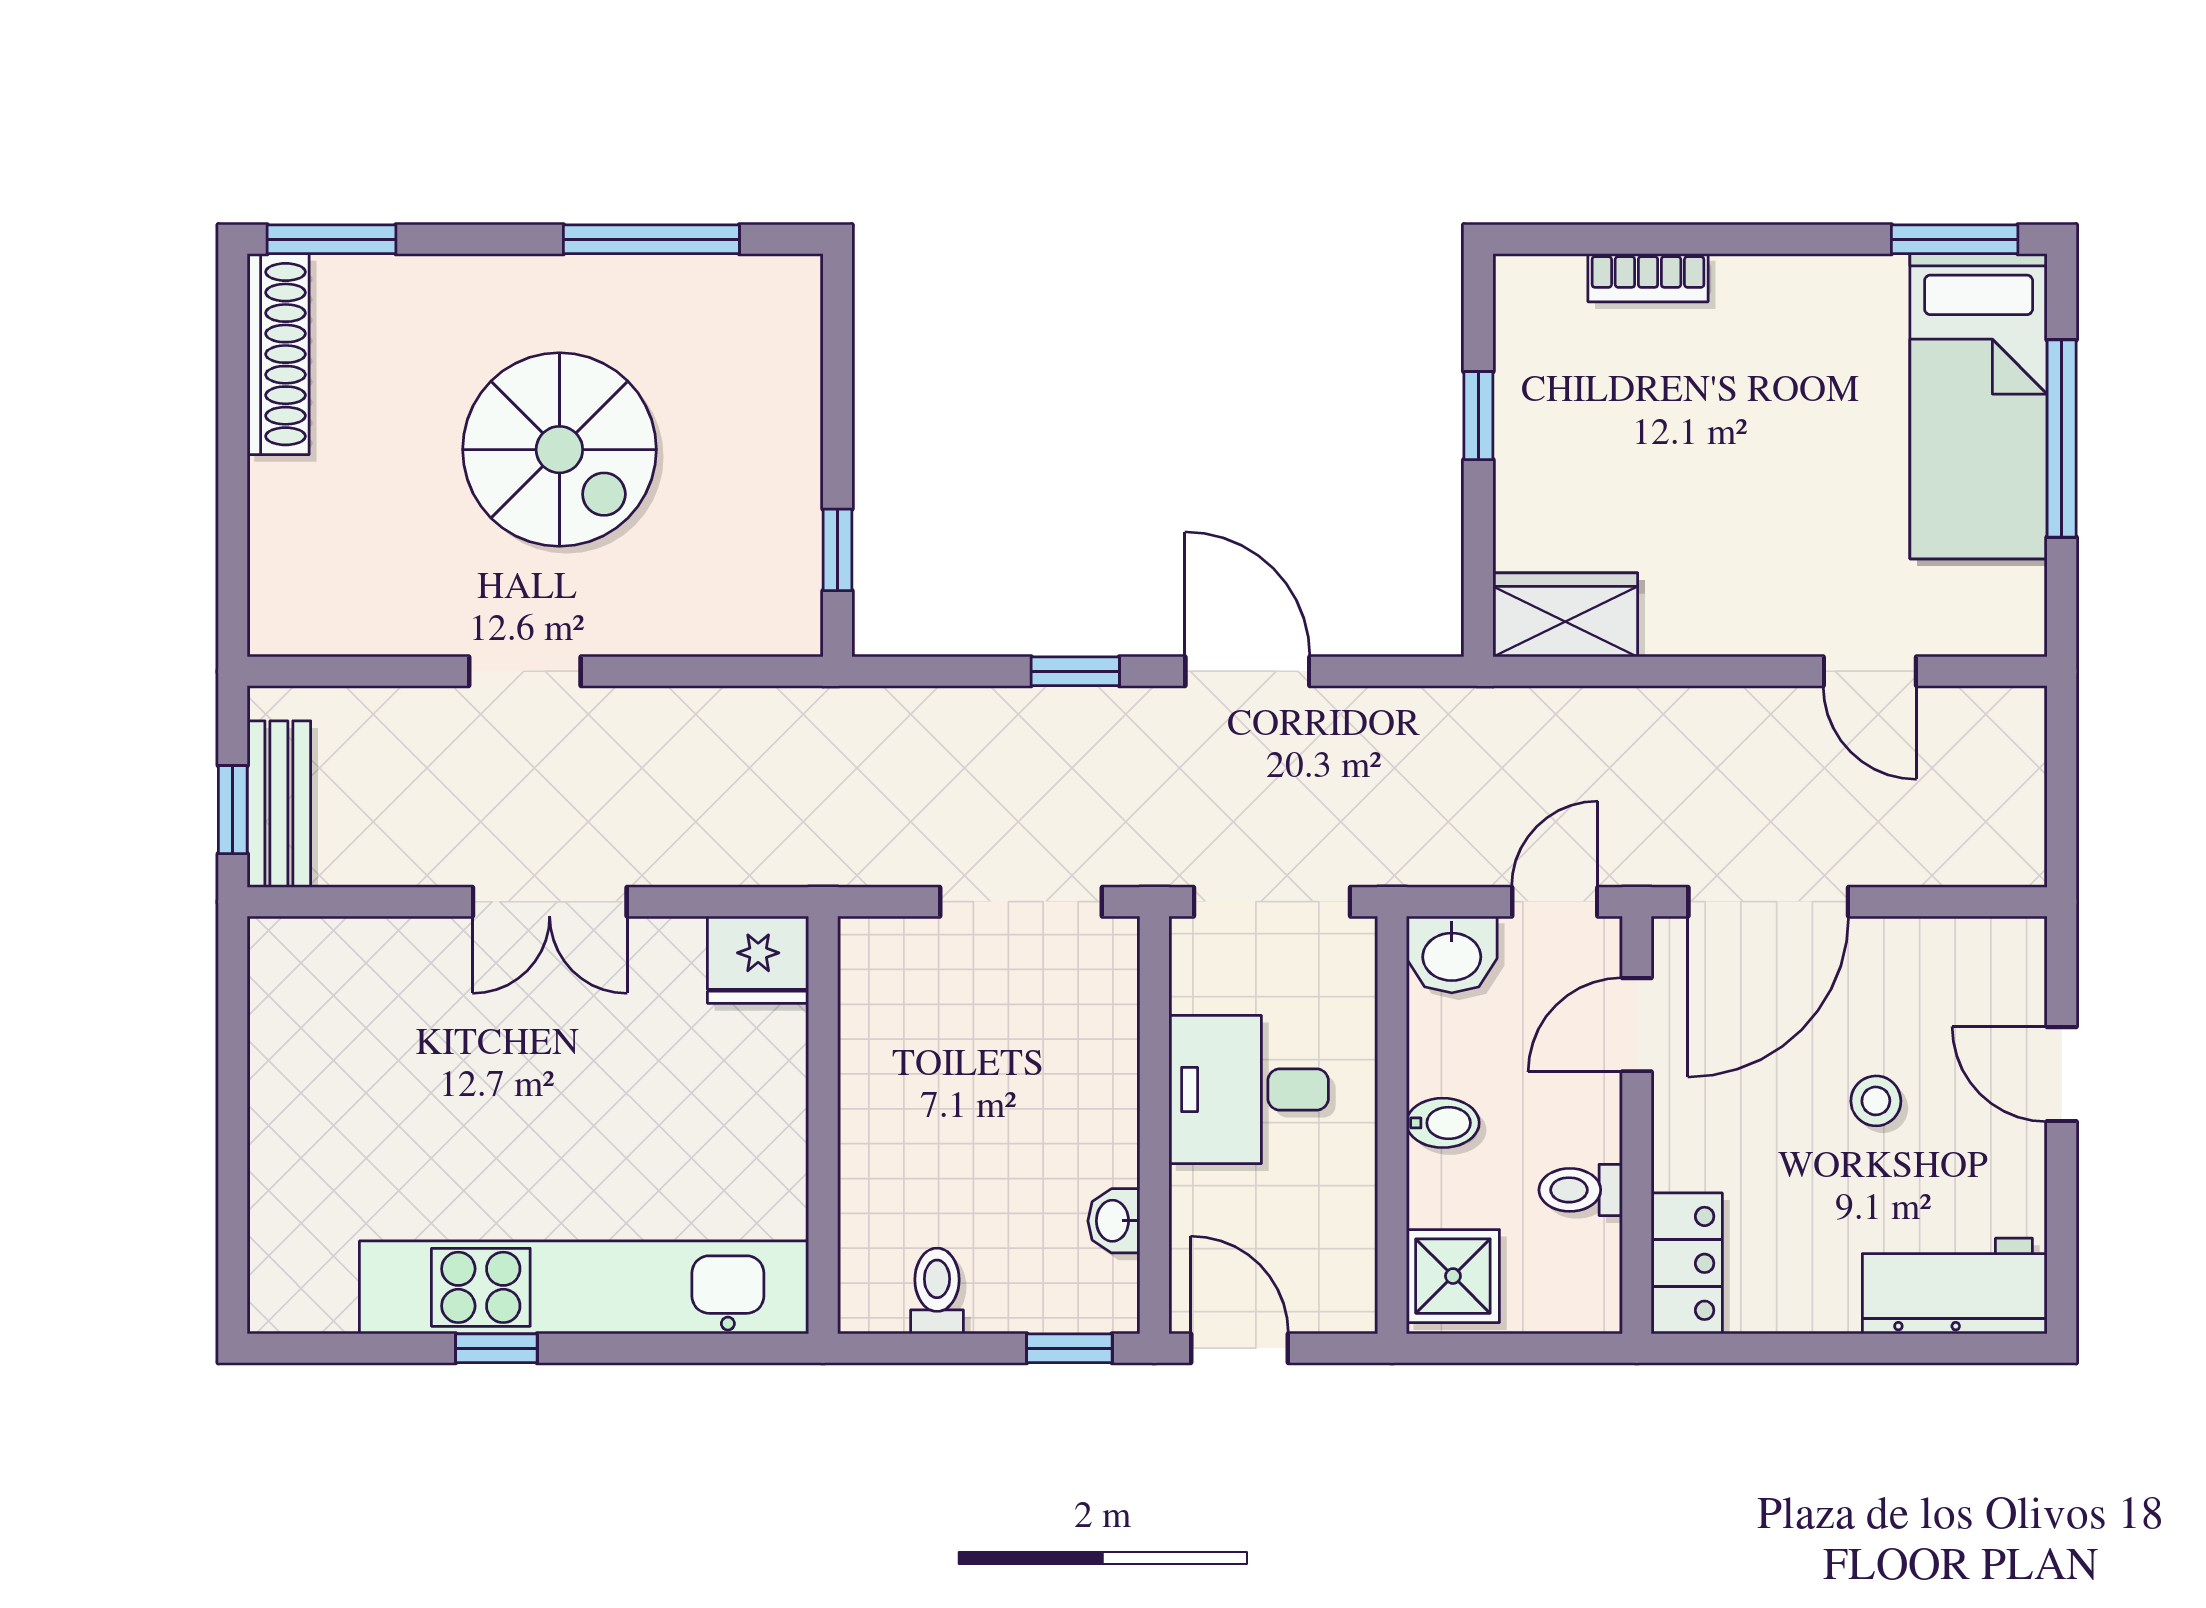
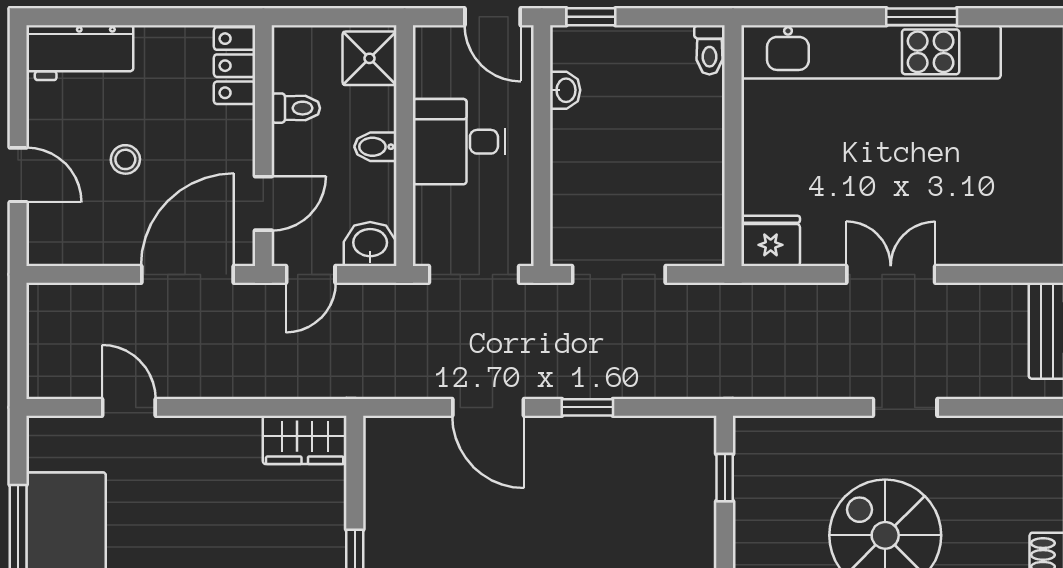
desk: (1249, 1090) -> (459, 142), moved, turned 180
toilet: (937, 1291) -> (709, 50), moved
window: (496, 1348) -> (922, 17), width x1.50

